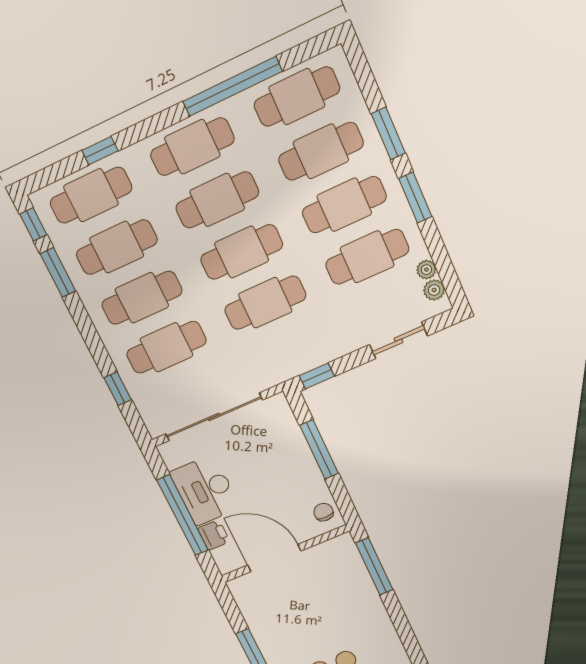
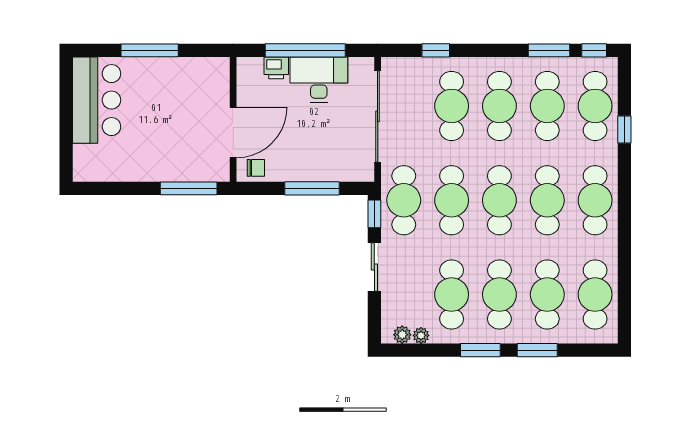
window: (232, 86) -> (624, 251), removed
sliding door: (399, 340) -> (374, 267), moved
cafe table: (288, 352) -> (404, 200), added
door: (274, 558) -> (233, 132), moved

